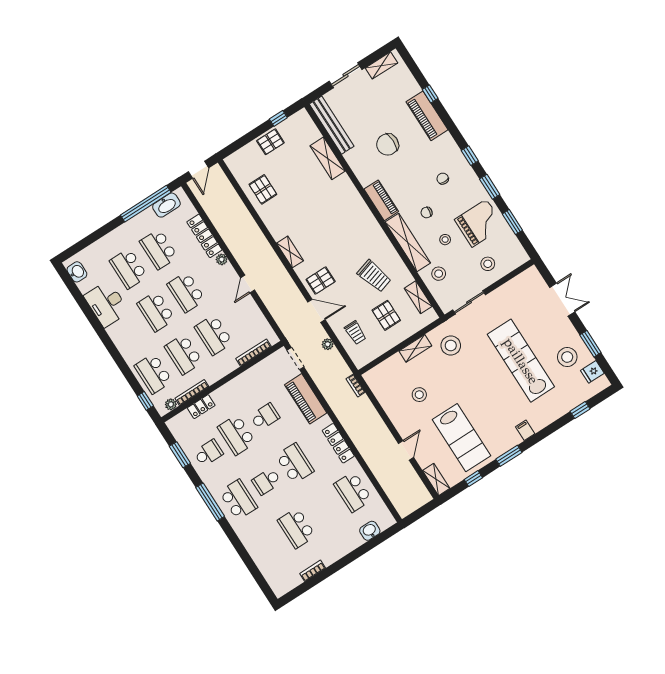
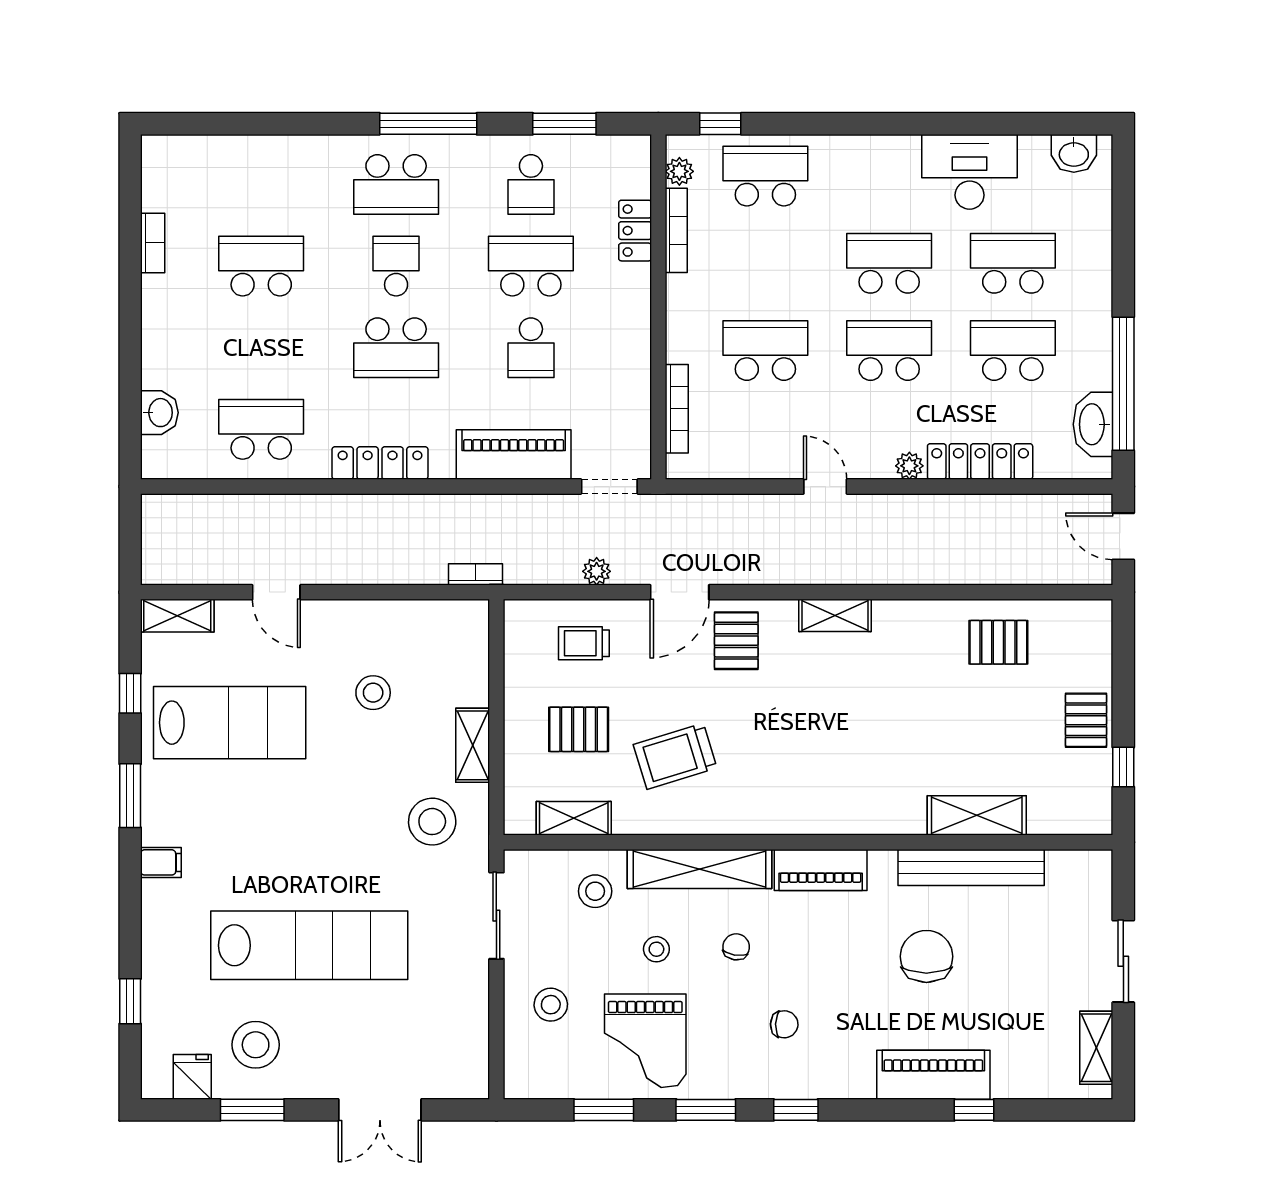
bench: (332, 125) -> (971, 867), moved
school desk: (184, 354) -> (765, 263), removed
lab bench: (461, 438) -> (230, 723), turned 180

